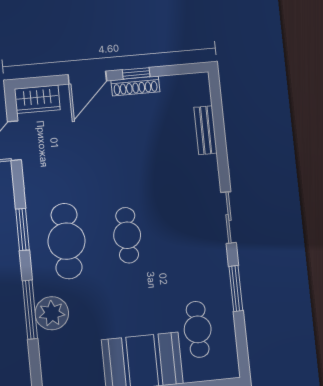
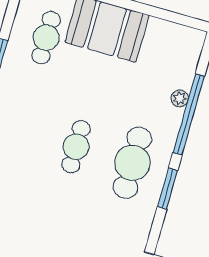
window: (30, 310) -> (189, 114), width x1.46
plant: (52, 313) -> (180, 98), width x0.53, depth x0.53

